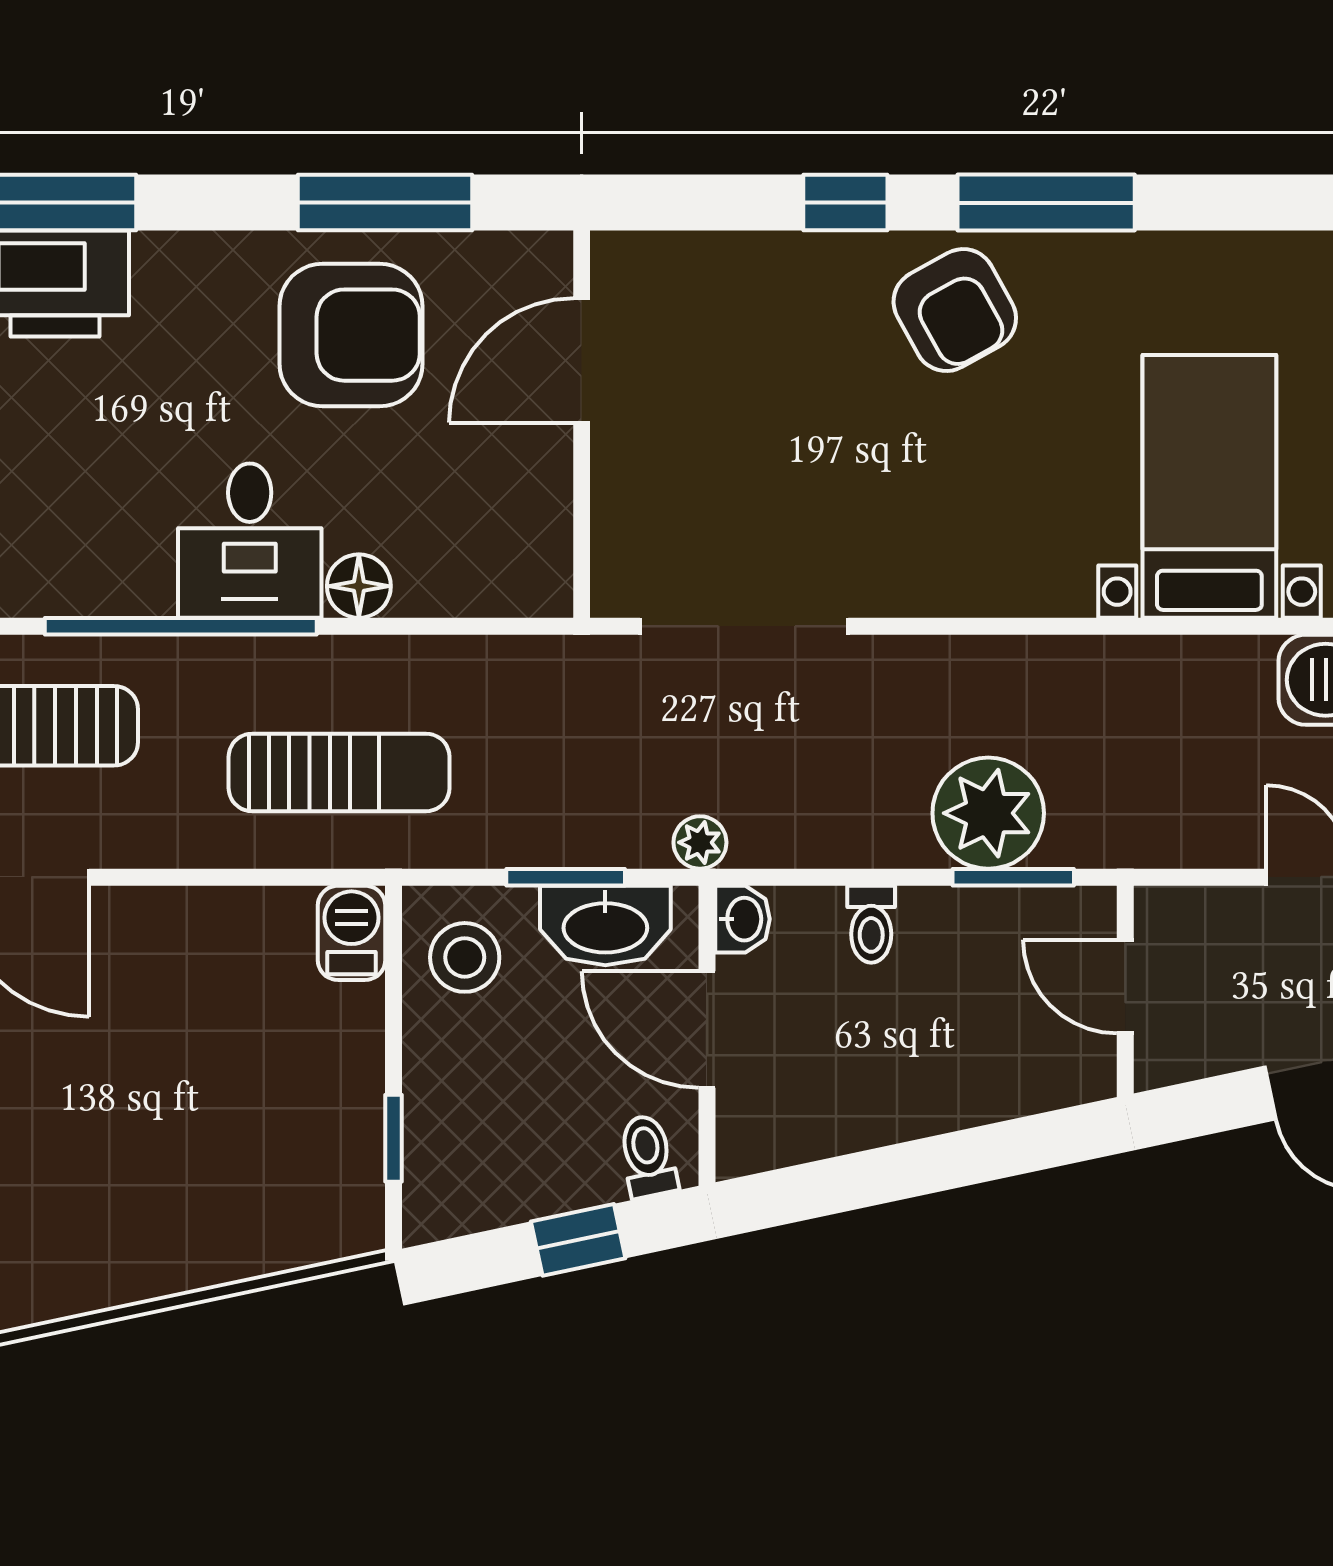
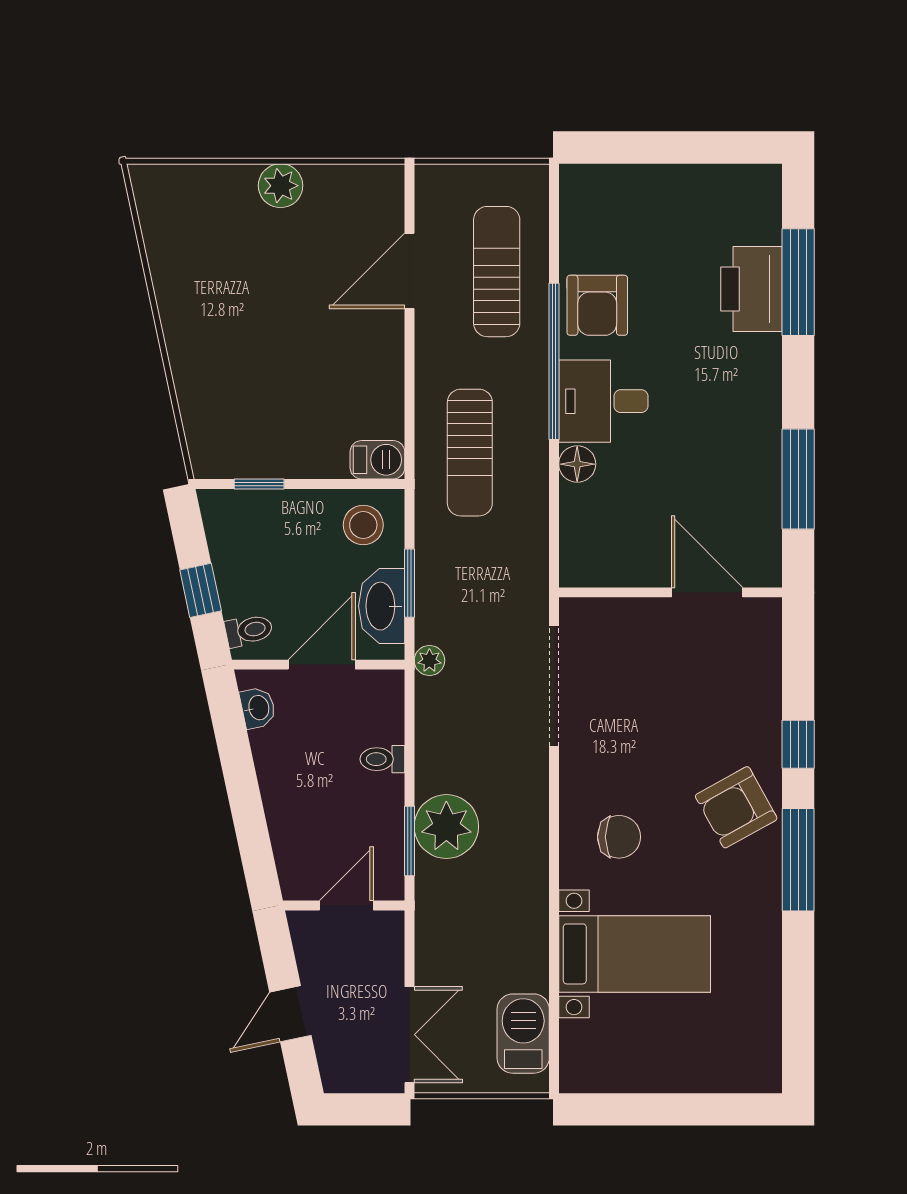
armchair: (351, 335) -> (597, 305), moved, width x0.73, depth x0.73
chair: (1006, 514) -> (619, 837), added
washbasin: (743, 919) -> (258, 708), moved, turned -102

